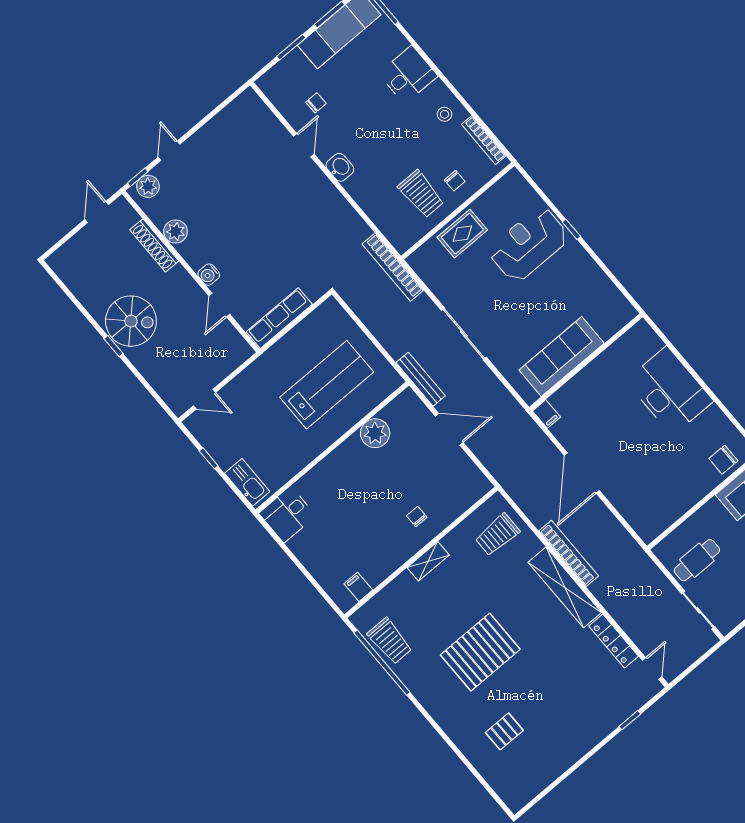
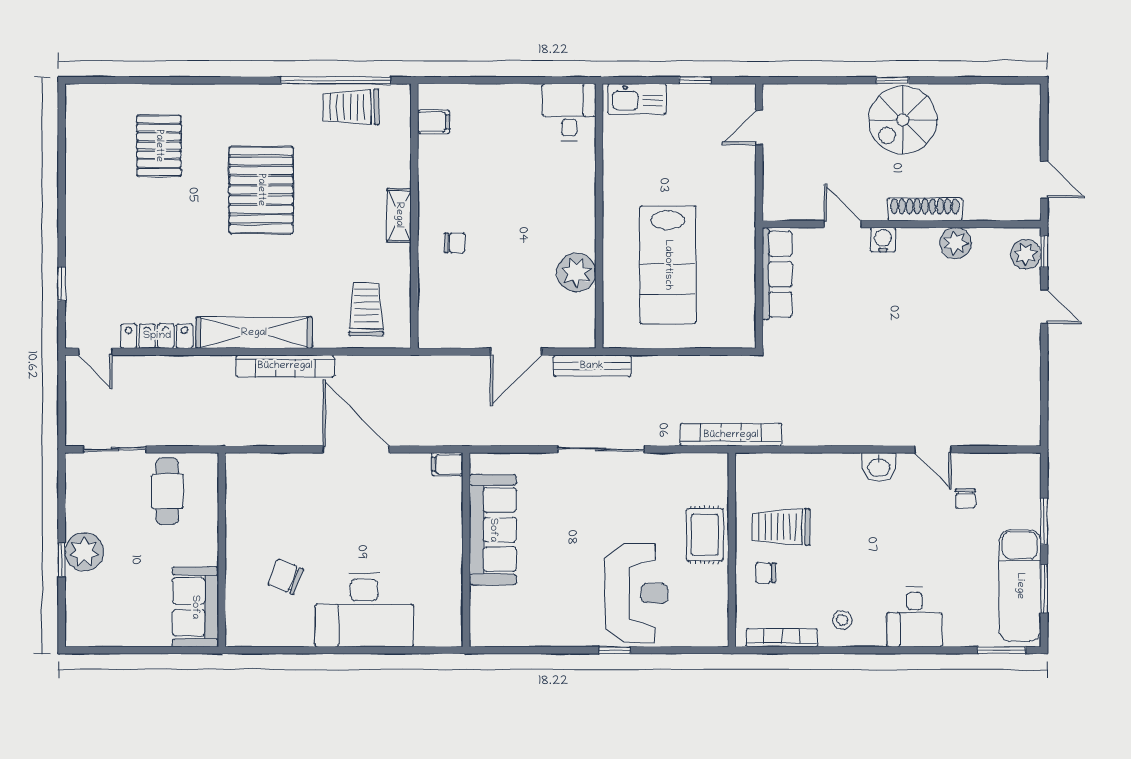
shoe rack: (154, 245) -> (925, 209), moved
chair: (723, 460) -> (286, 577), moved, turned -69
pallet: (504, 731) -> (159, 146), width x1.50, depth x1.42

